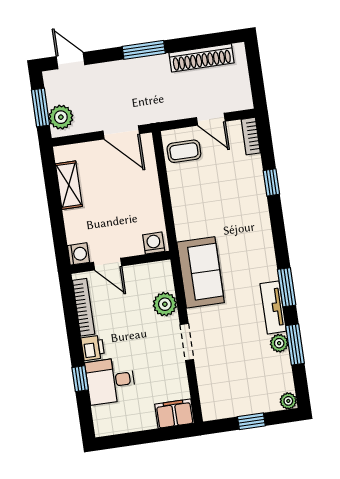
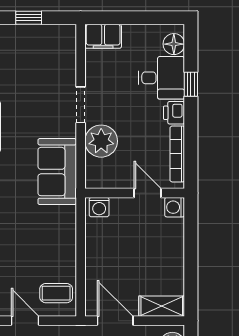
shelving: (69, 185) -> (162, 306), moved, turned 90
plant: (165, 304) -> (101, 141), width x1.36, depth x1.36
floor lamp: (103, 416) -> (174, 44), added

